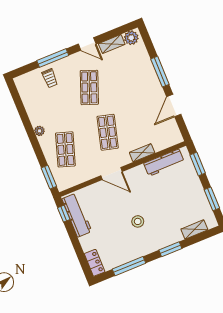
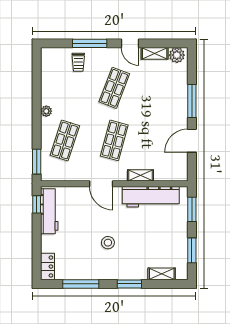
workbench: (164, 163) -> (151, 197), width x1.36, depth x1.32

